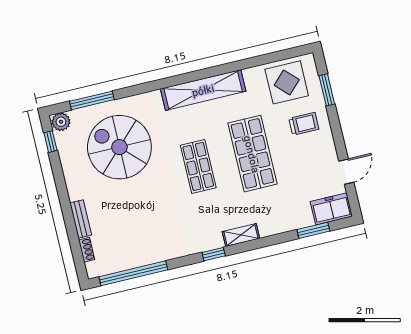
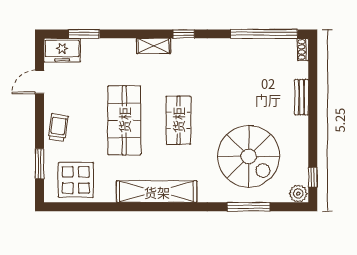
window: (92, 100) -> (249, 207), moved
trolley: (304, 124) -> (58, 128), moved, turned 98
shoe rack: (87, 250) -> (303, 49), moved

